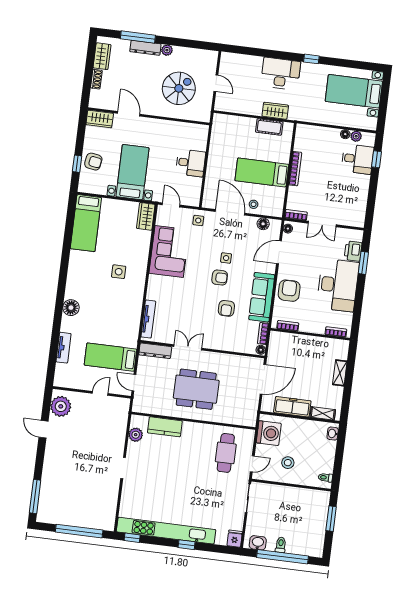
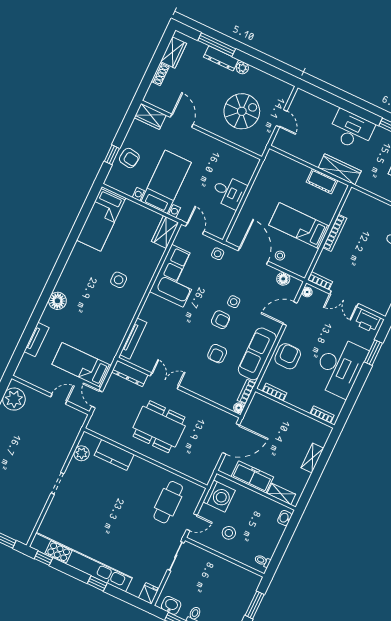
wardrobe: (275, 111) -> (340, 169), width x1.50
printer: (353, 251) -> (368, 321), moved, turned -90

